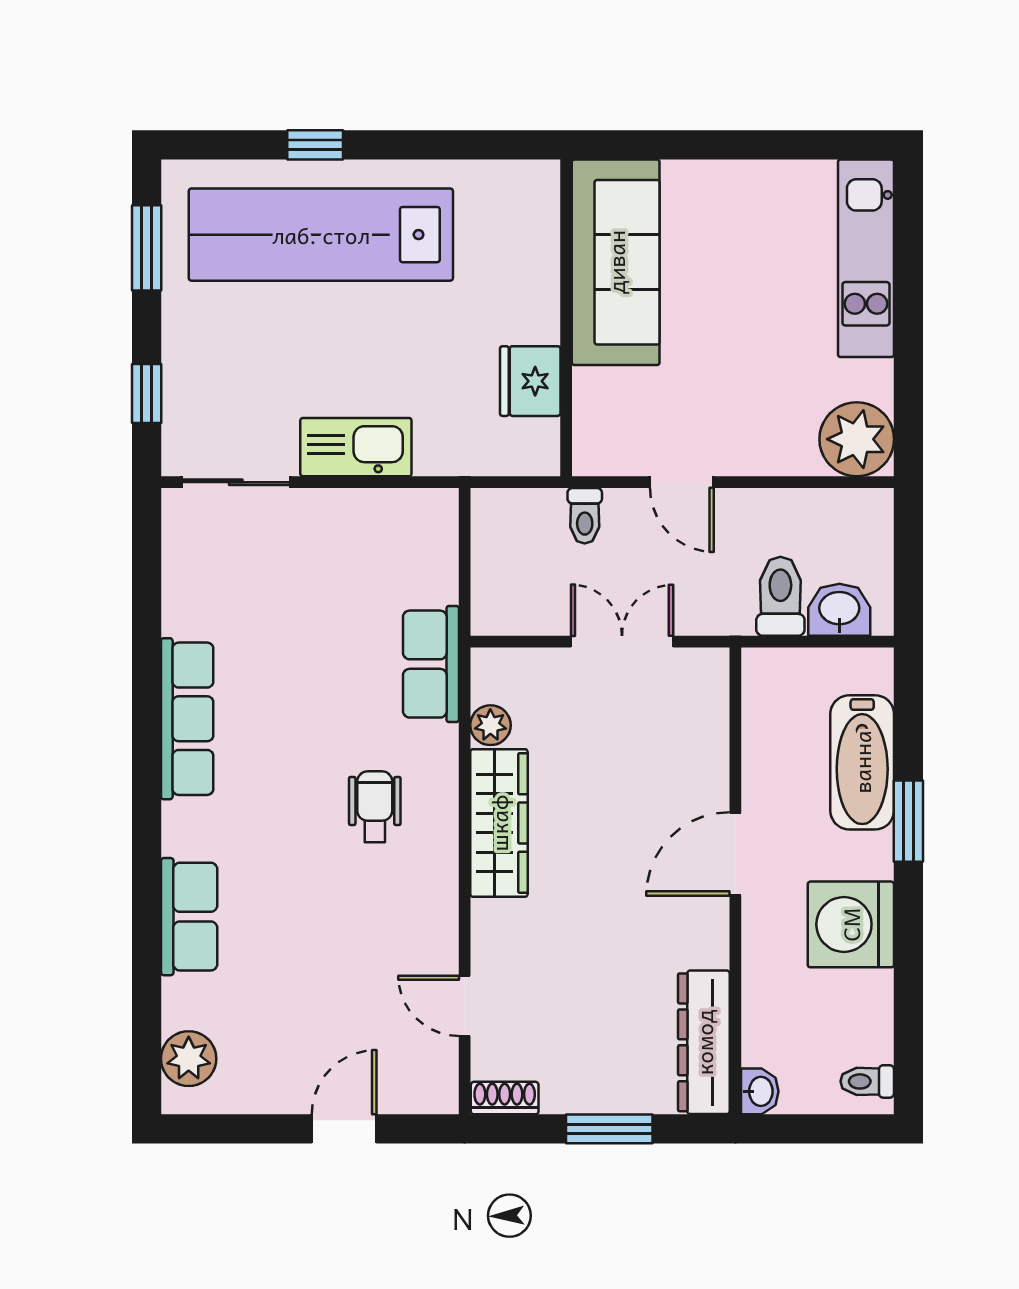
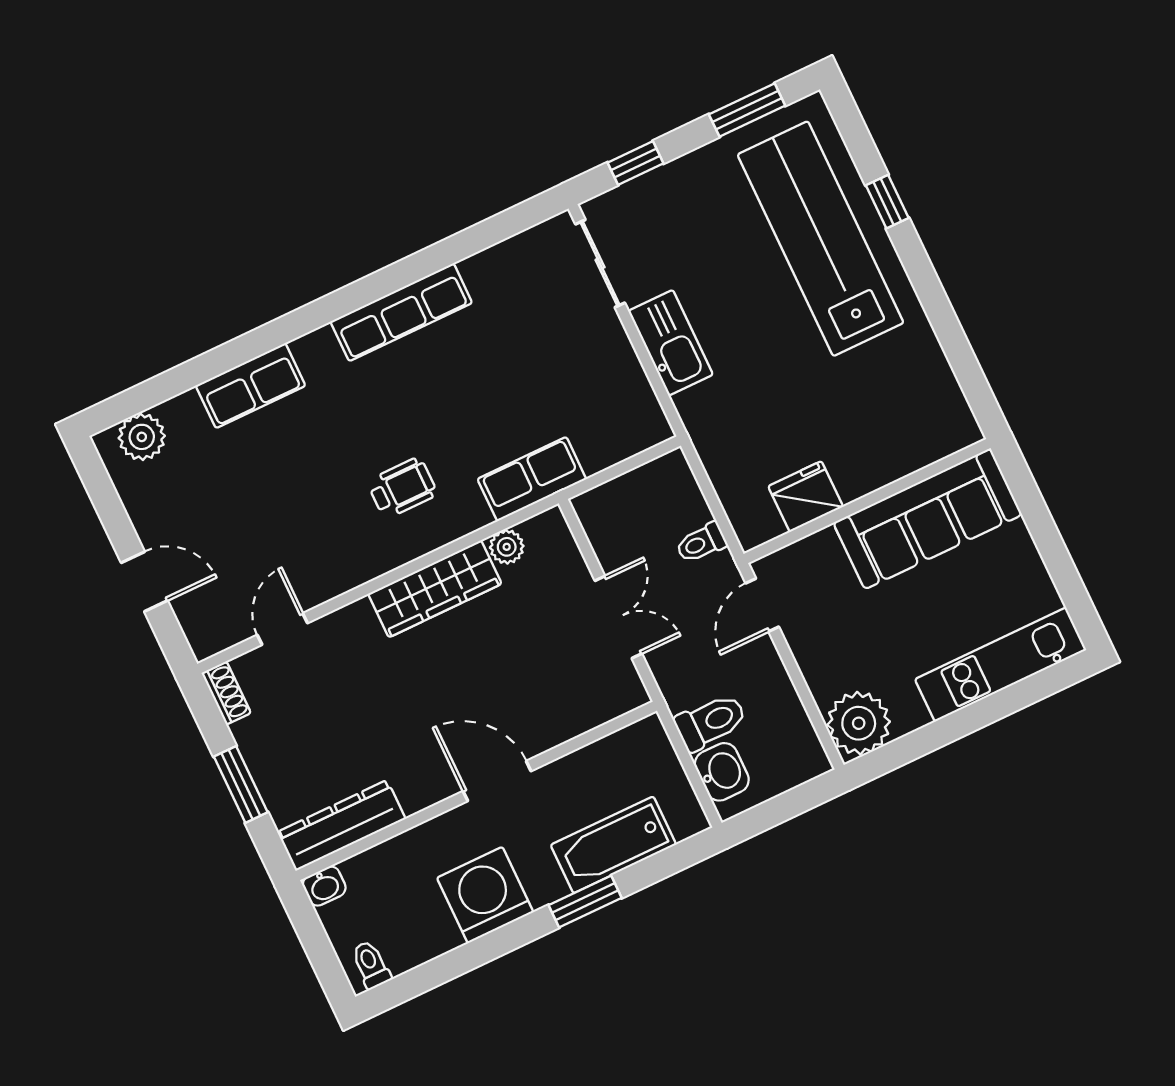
sofa: (616, 262) -> (928, 519), moved
wall: (566, 318) -> (867, 501), moved
fridge: (530, 381) -> (806, 497), moved

